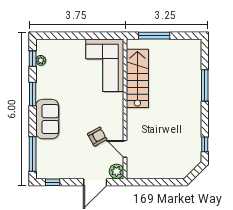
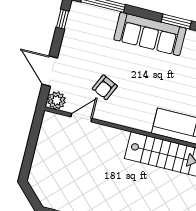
sofa: (47, 119) -> (150, 34), width x1.36
armchair: (97, 137) -> (105, 87), turned 54

